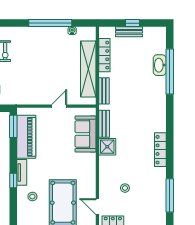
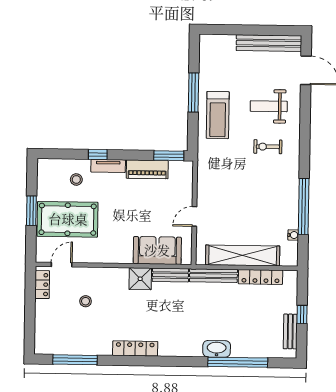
bench: (129, 32) -> (290, 331), moved
washbasin: (160, 65) -> (217, 349), moved
bench: (104, 91) -> (213, 276), width x1.36
door: (59, 106) -> (194, 216), swing flipped
piano: (26, 137) -> (147, 169), width x0.73, depth x0.75

